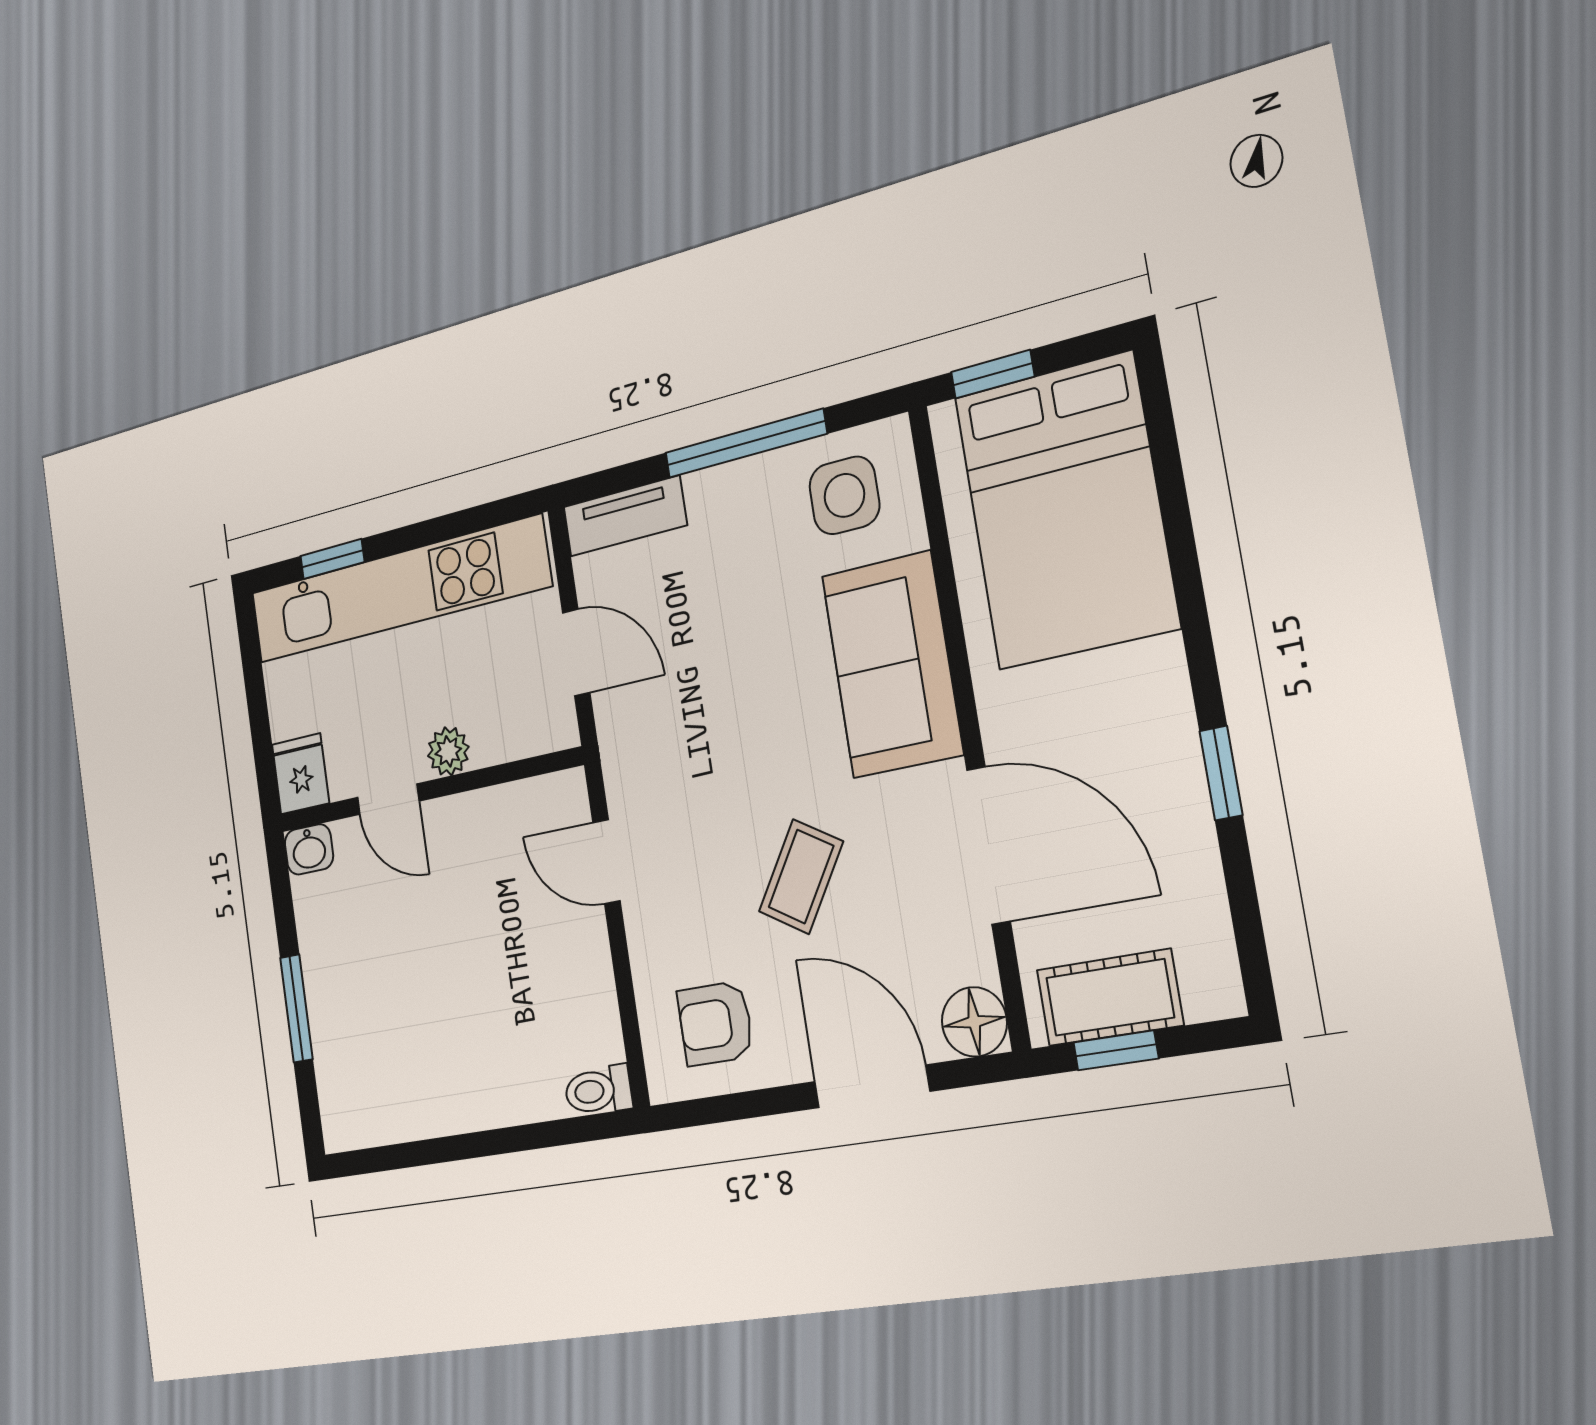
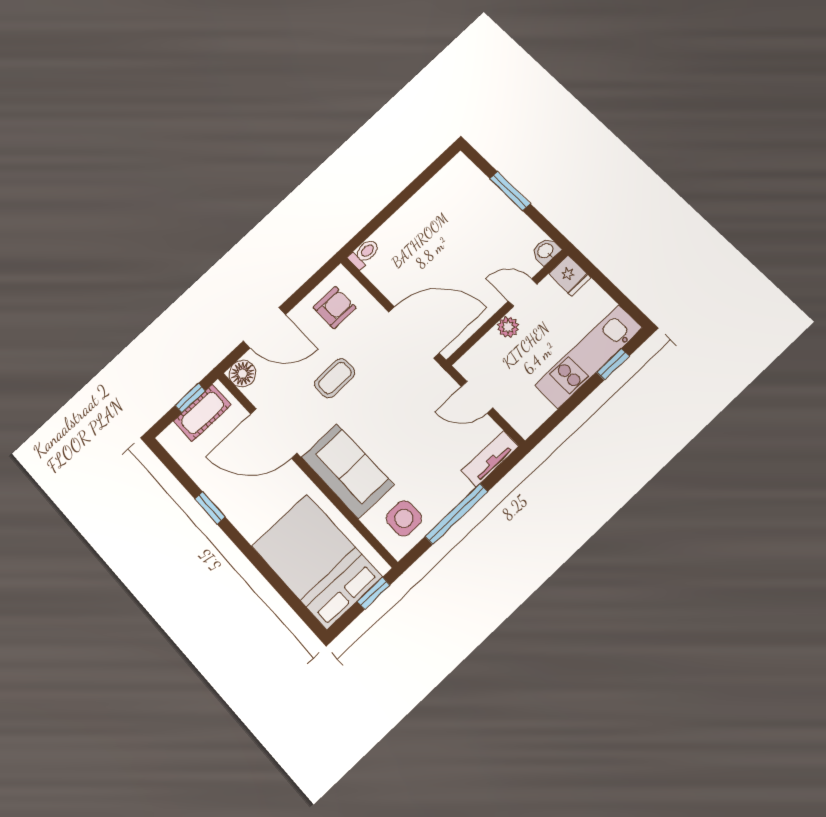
kitchen unit: (398, 590) -> (589, 357), width x0.73
door: (606, 862) -> (414, 332), width x1.88
coffee table: (801, 877) -> (335, 378), turned 58

